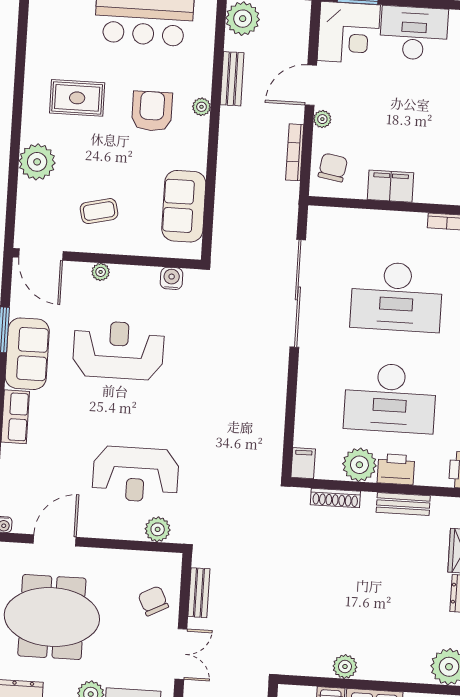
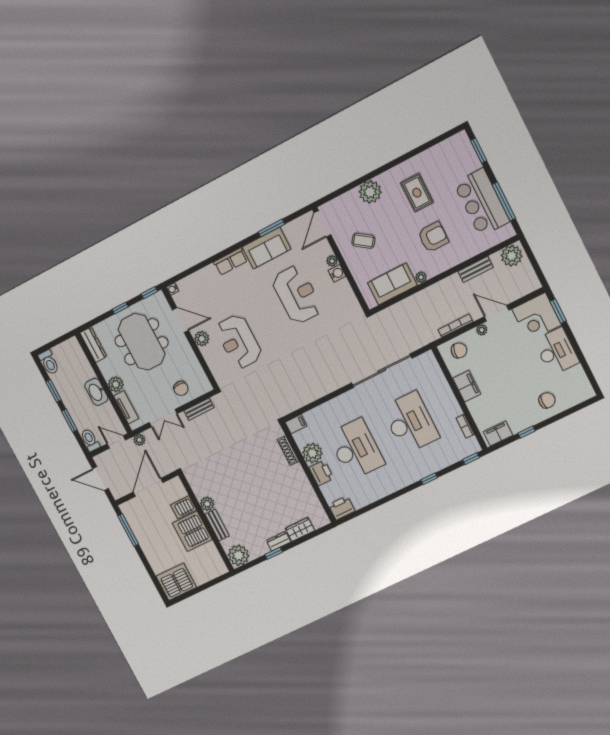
plant: (201, 107) -> (421, 277), moved
coffee table: (99, 211) -> (363, 241), turned -41
water cooler: (172, 278) -> (337, 273), moved
desk: (397, 297) -> (410, 423), turned 180
desk: (390, 398) -> (356, 449), turned 180
bench: (403, 504) -> (217, 525), moved
plant: (158, 529) -> (202, 339), moved
chair: (153, 601) -> (181, 389), turned 117

